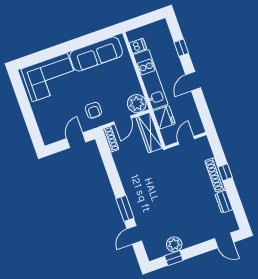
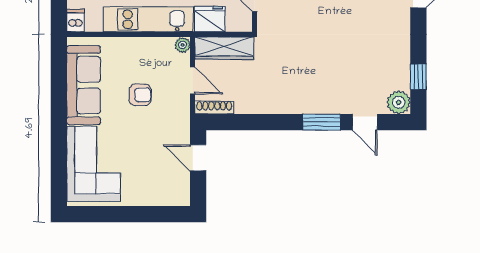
dishwasher: (138, 46) -> (76, 21), moved
plant: (137, 104) -> (183, 45), width x0.53, depth x0.53
armchair: (93, 110) -> (140, 95), moved
plant: (174, 244) -> (399, 102), moved

